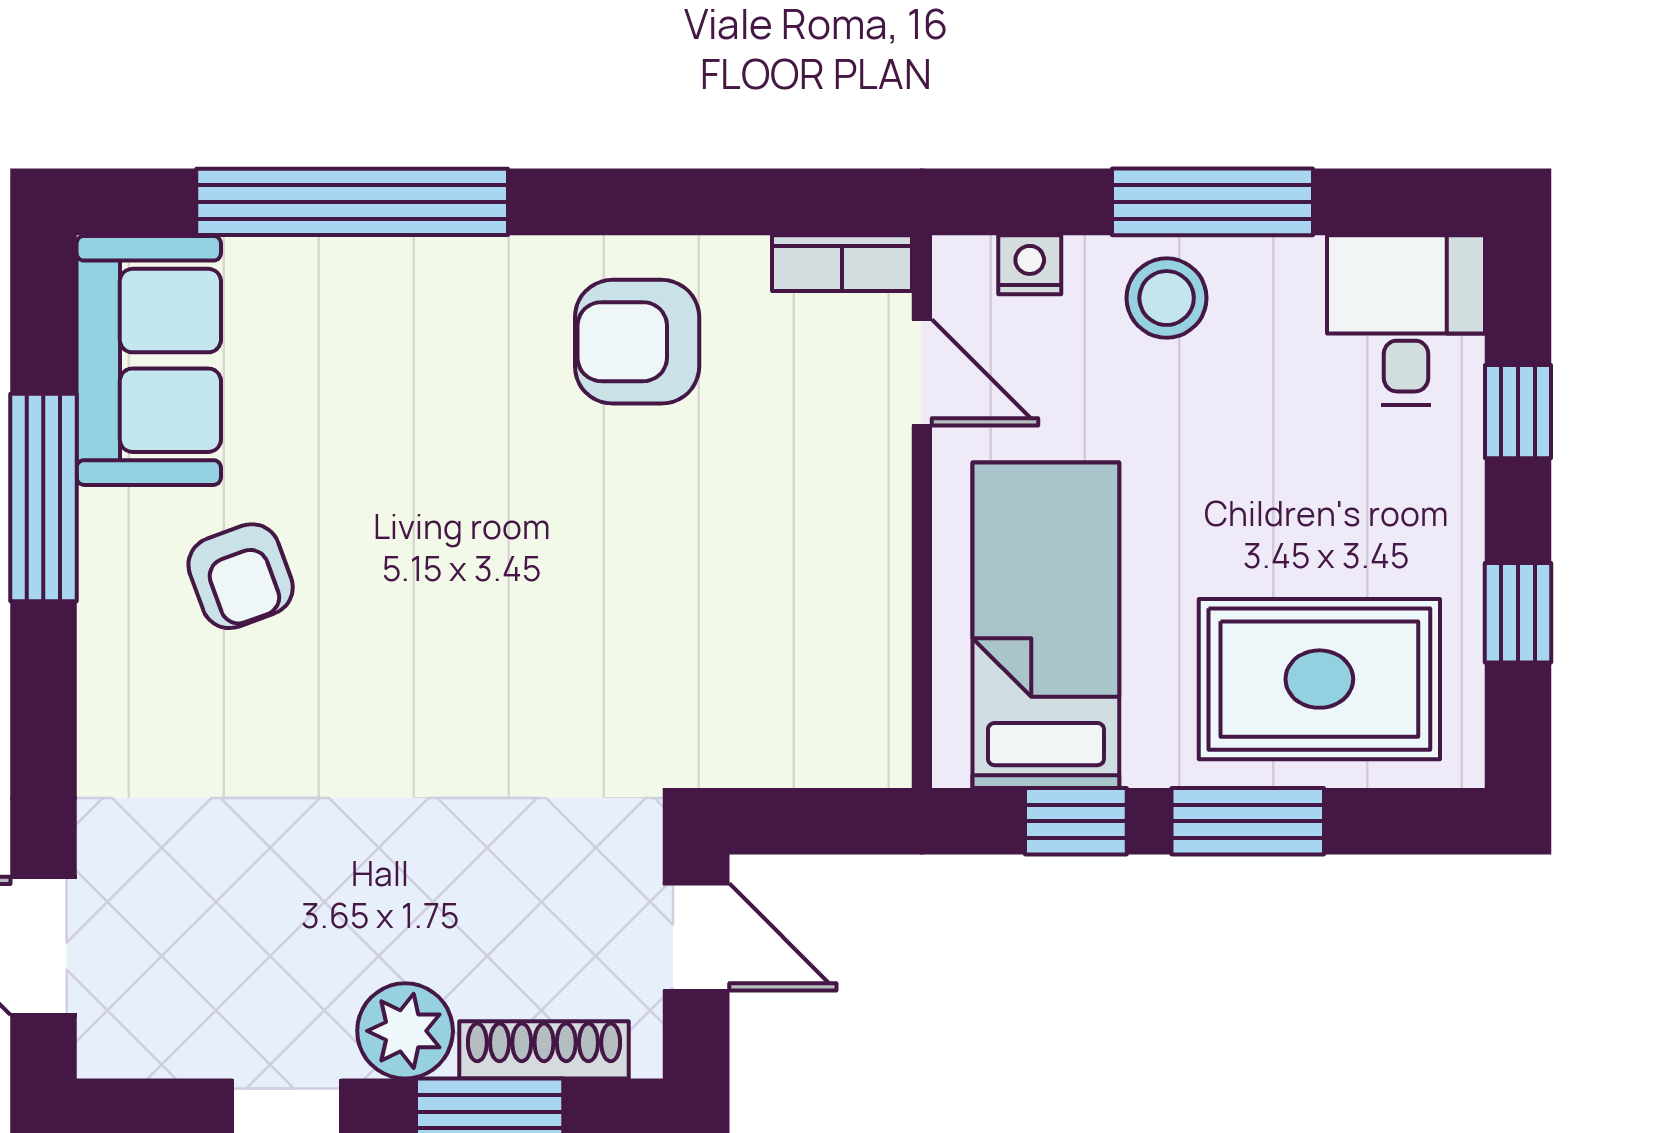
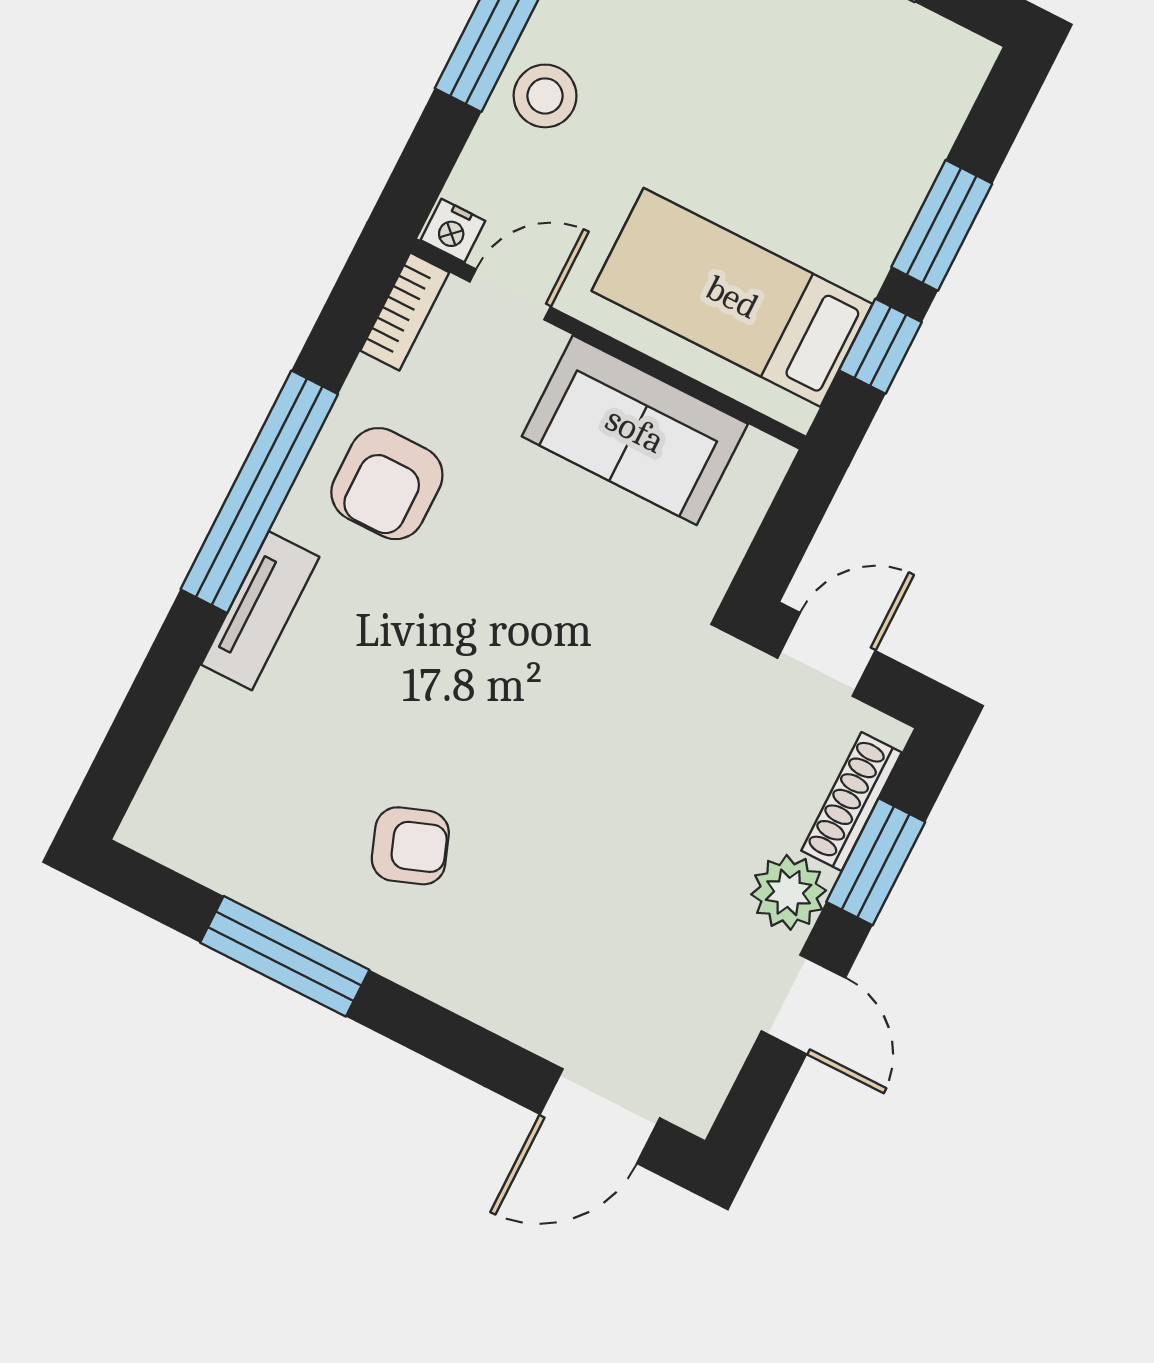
window: (352, 202) -> (259, 492), moved
nightstand: (1030, 265) -> (453, 230), moved, turned -90
tv unit: (420, 271) -> (260, 611), added
sofa: (149, 360) -> (635, 430), moved, turned 180
rug: (1319, 679) -> (867, 124), removed

